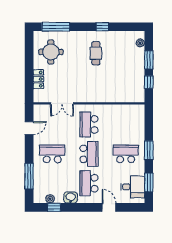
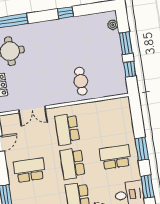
cafe table: (96, 53) -> (81, 81), moved
school desk: (89, 154) -> (72, 164), turned 180

